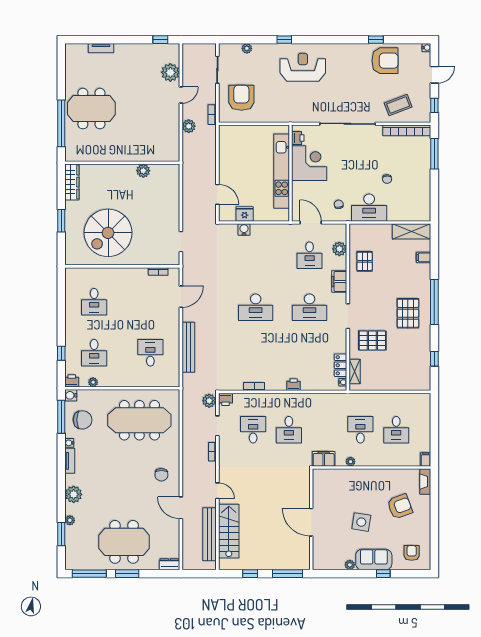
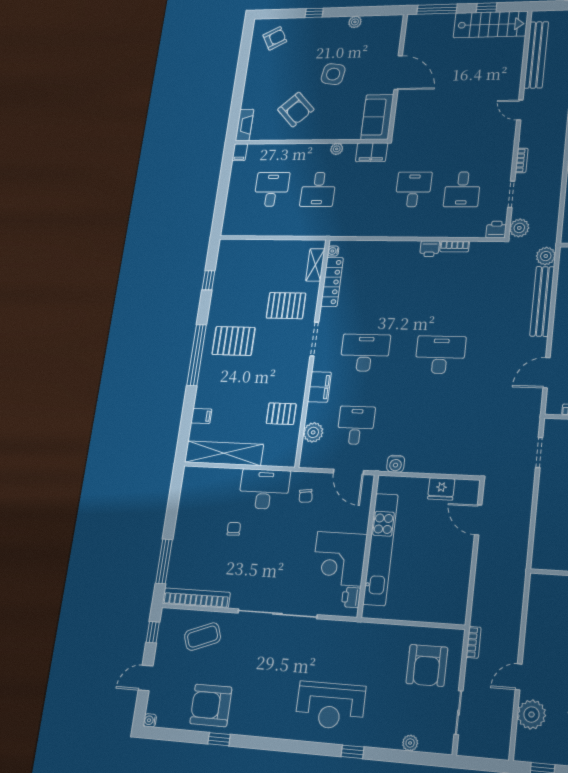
plant: (189, 126) -> (546, 256), moved
water cooler: (244, 230) -> (396, 464), moved
shelving: (411, 231) -> (224, 453), width x1.47
pallet: (365, 261) -> (281, 414), turned 90
pallet: (408, 313) -> (234, 341), turned 90
locker: (340, 365) -> (332, 282), width x1.53
printer: (294, 385) -> (430, 249), moved
armchair: (400, 506) -> (296, 110), moved, turned -114
stairs: (229, 531) -> (491, 24), moved, turned -90
armchair: (412, 553) -> (275, 38), turned -118
sofa: (374, 560) -> (377, 117), moved, turned 90

